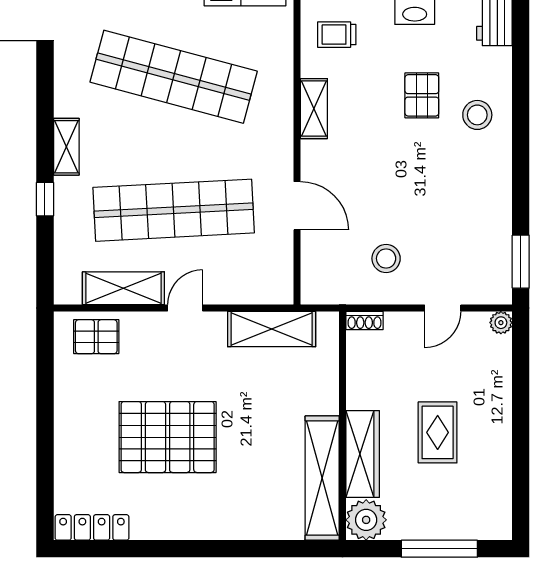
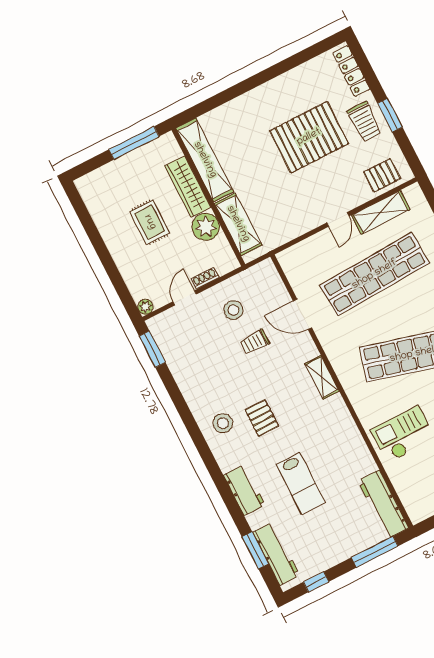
trolley: (337, 35) -> (255, 342), moved, turned 180
shoe rack: (365, 320) -> (205, 278), moved
shelving: (272, 329) -> (238, 224), moved, turned 90
window: (45, 411) -> (390, 115), added
trolley: (83, 420) -> (364, 122), added
plant: (366, 520) -> (206, 227), moved
locker: (92, 527) -> (351, 71), moved, turned 90
window: (439, 549) -> (134, 143), moved

